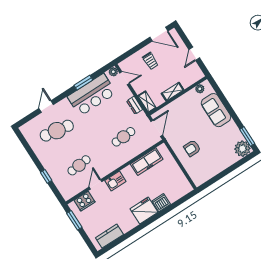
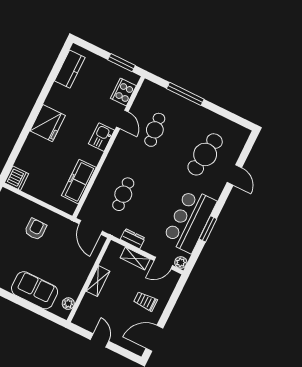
shelving: (147, 102) -> (135, 258), moved
window: (46, 176) -> (185, 94), width x2.17
dishwasher: (161, 203) -> (17, 178), moved

